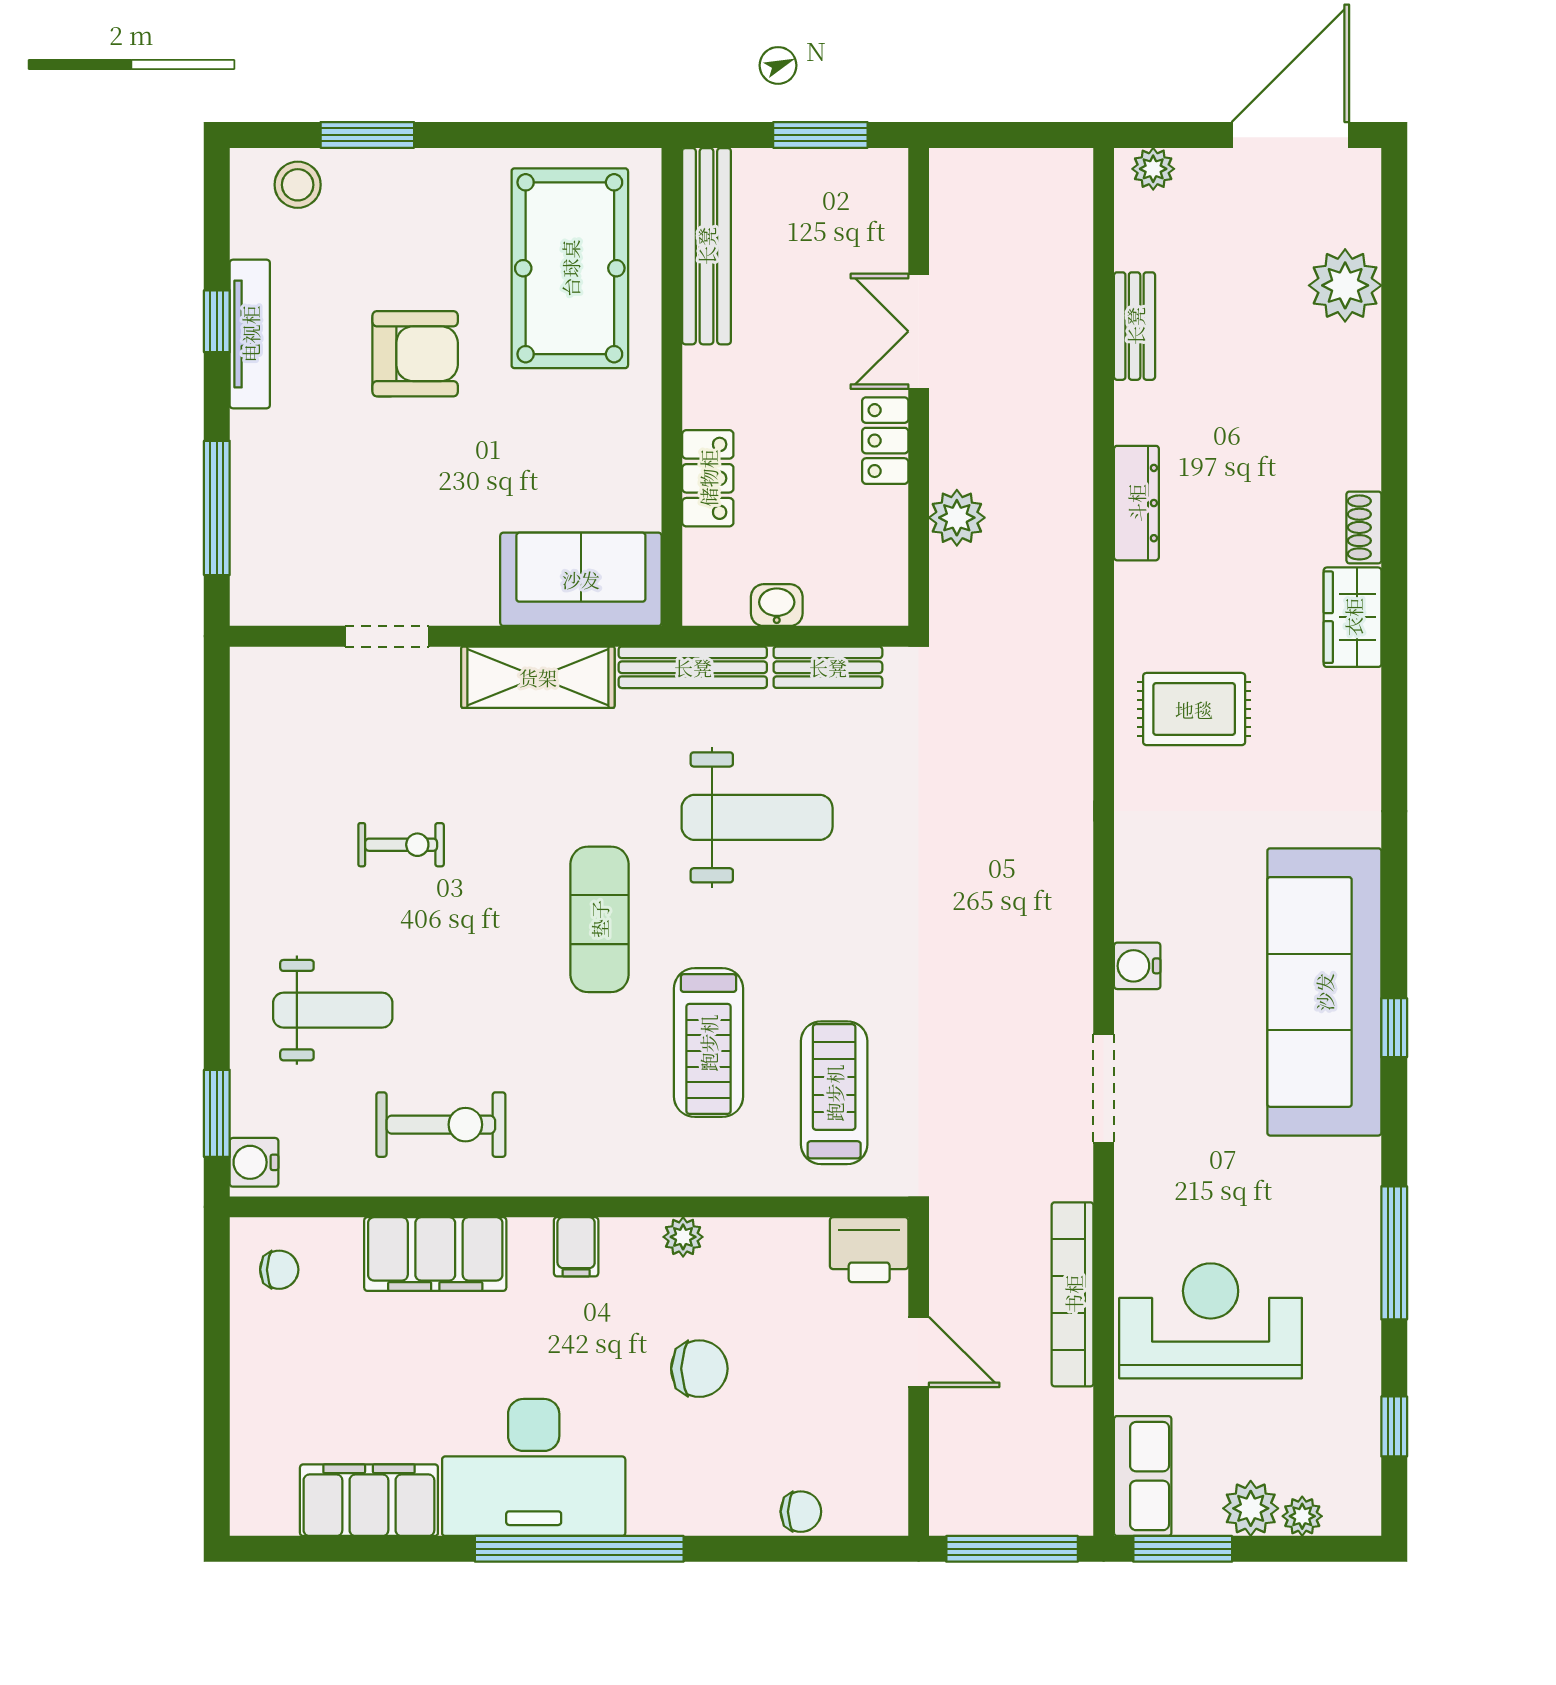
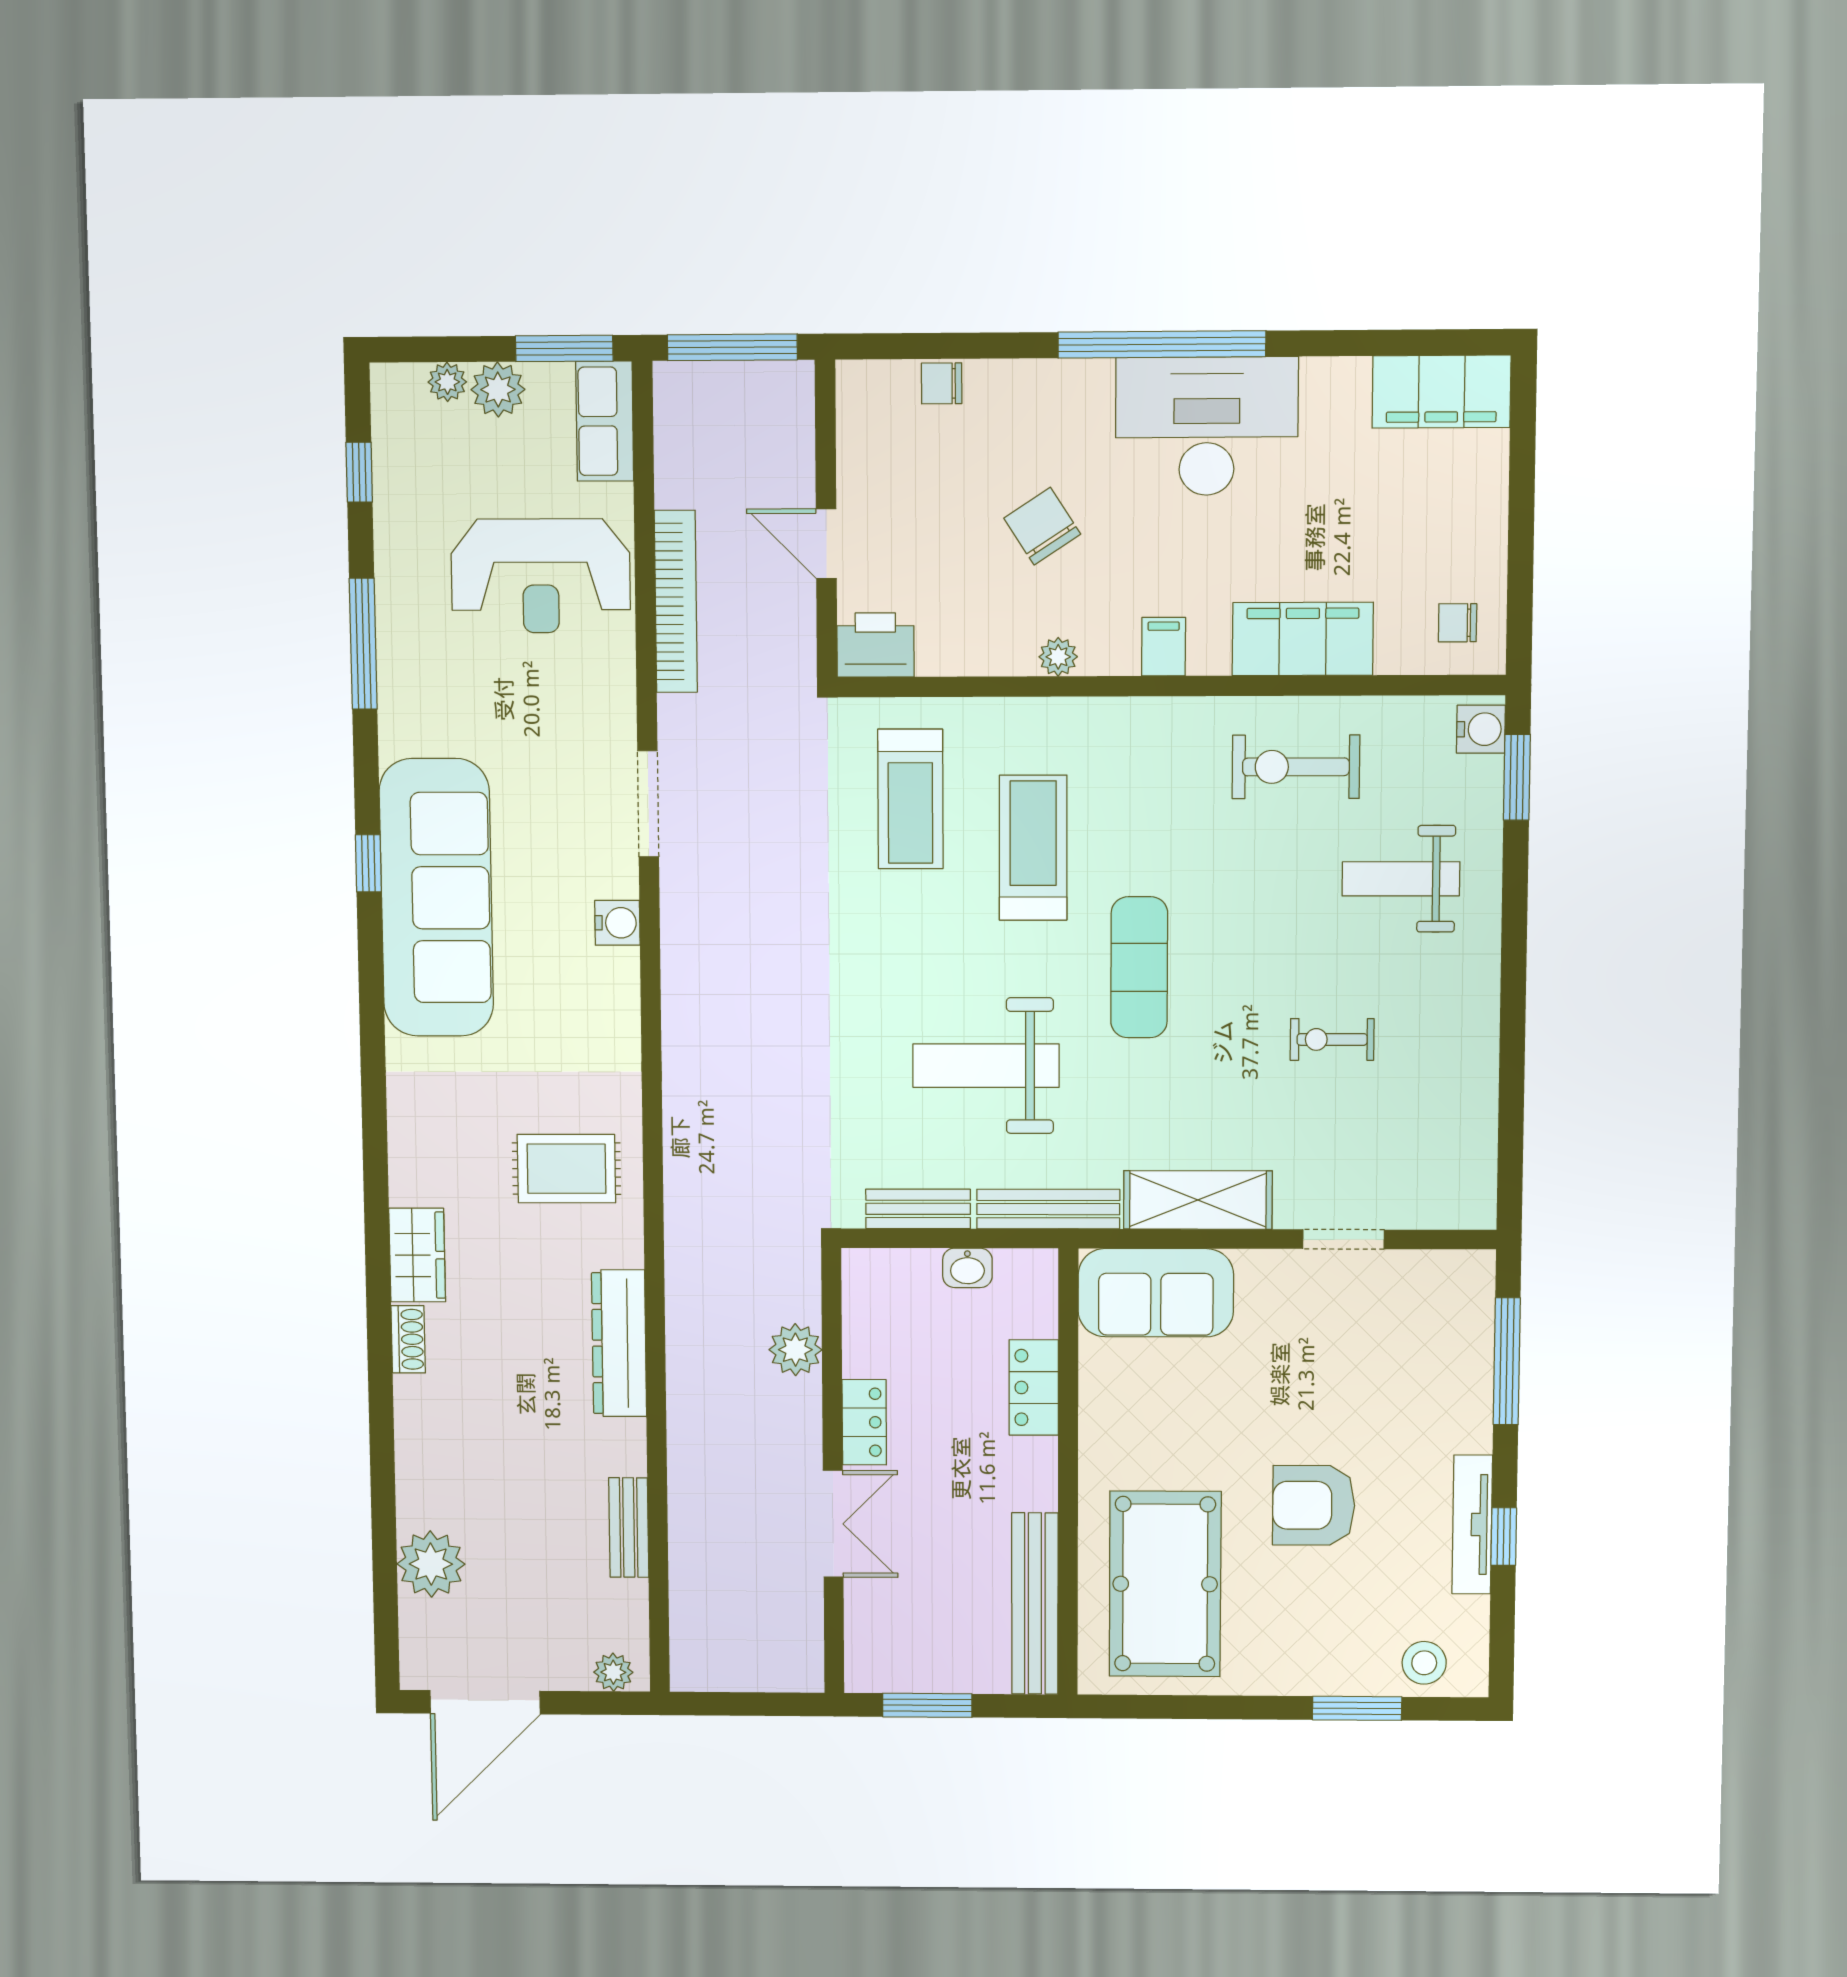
dresser: (1136, 503) -> (619, 1343), width x1.37, depth x1.24
chair: (699, 1369) -> (1042, 526), turned 57
filing cabinet: (369, 1500) -> (1442, 392), moved

